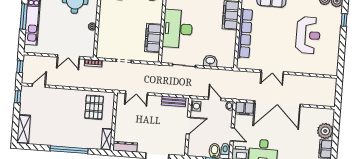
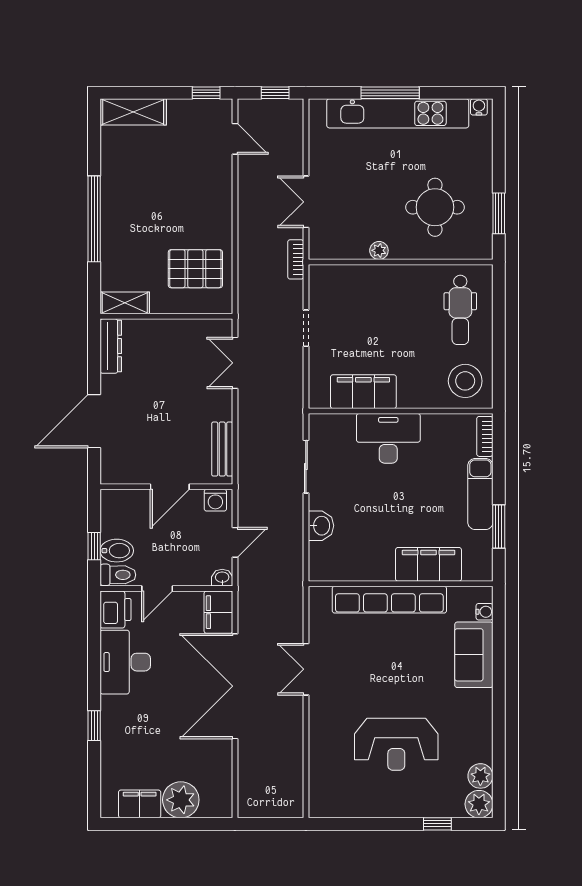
desk: (178, 29) -> (388, 438), width x0.73, depth x0.77
door: (188, 125) -> (170, 487), hinge flipped

